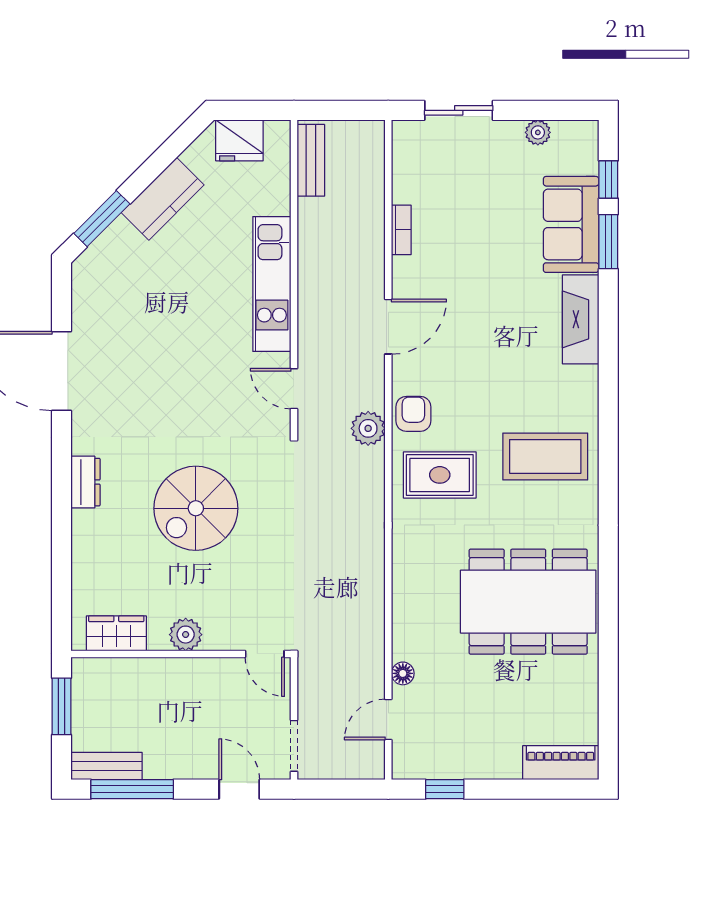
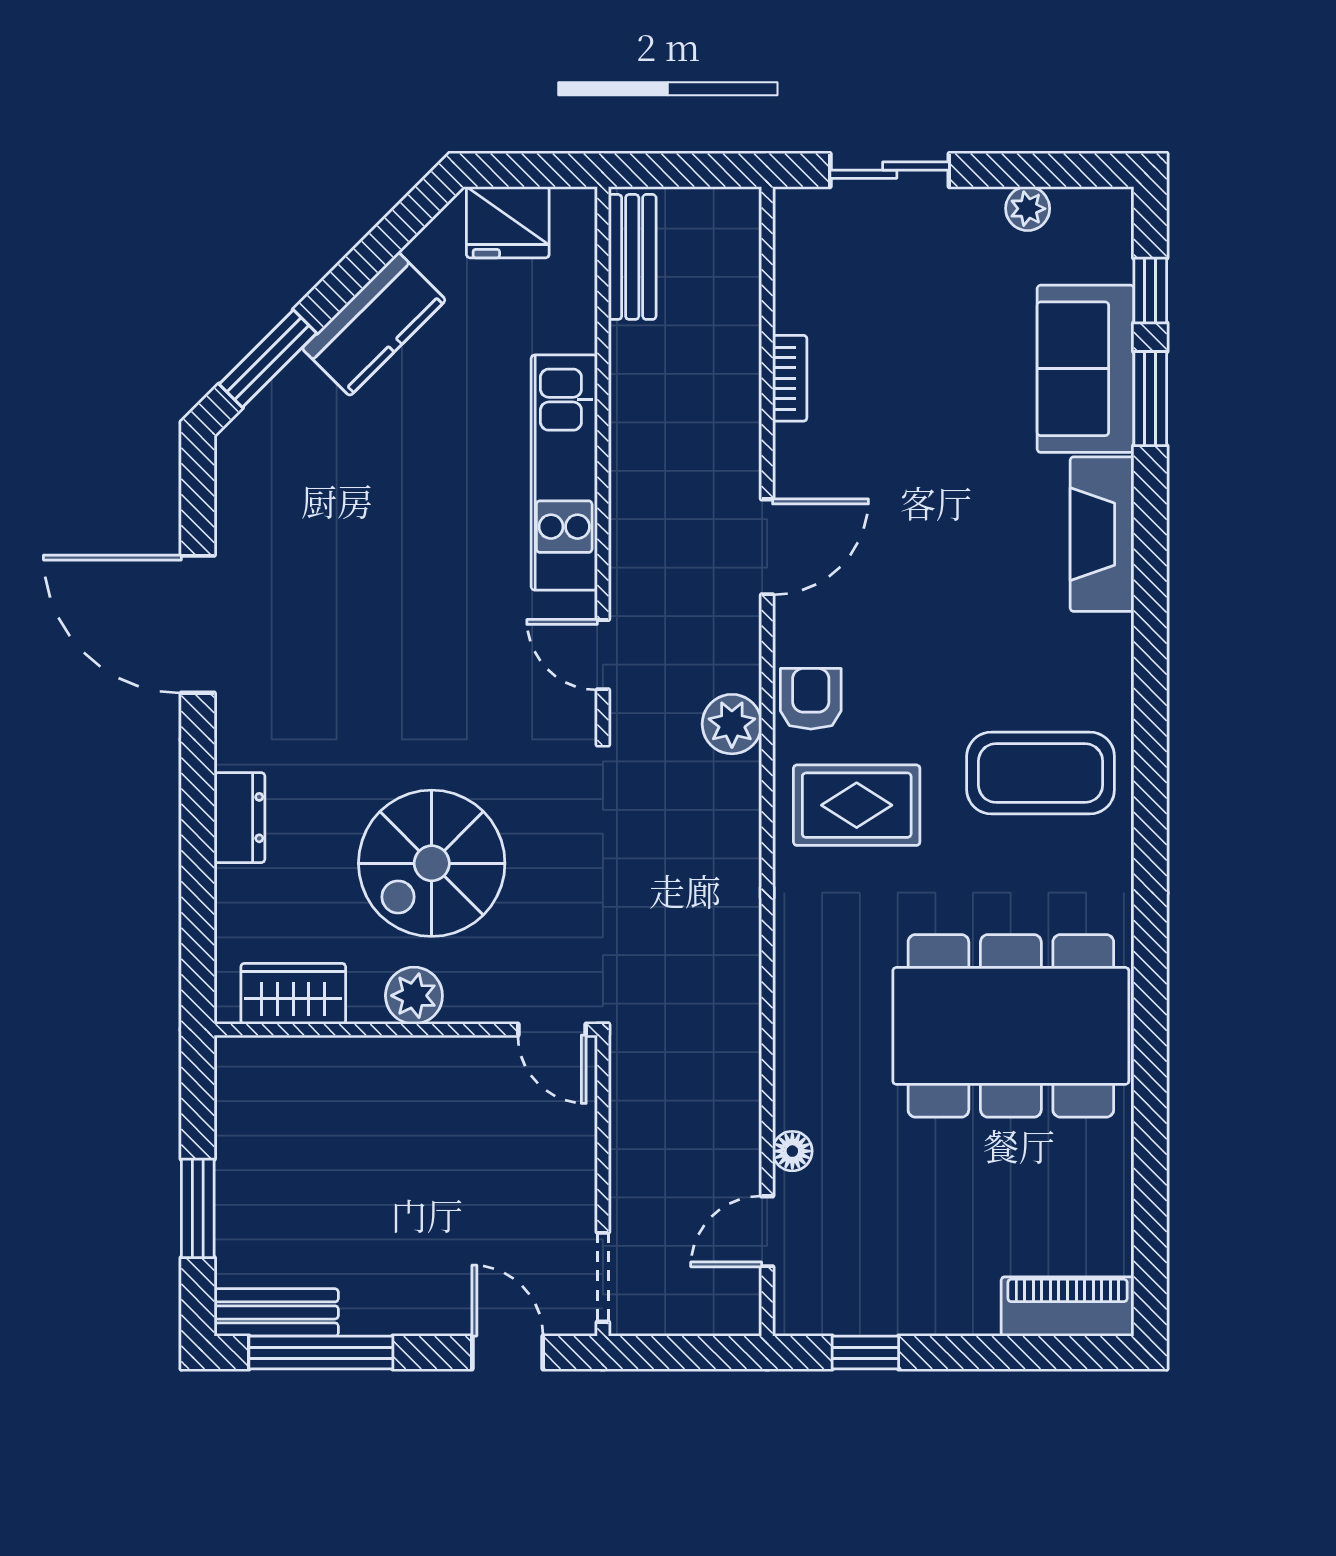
wardrobe: (116, 633) -> (293, 994), moved
plant: (186, 635) -> (414, 996), moved
wall: (181, 654) -> (406, 1030), moved
door: (265, 654) -> (552, 1030), moved

